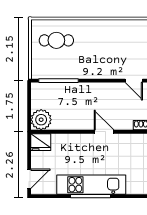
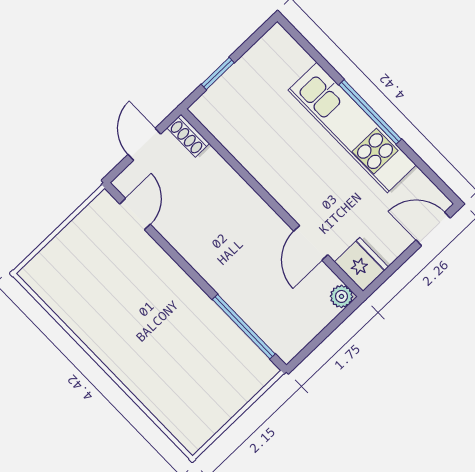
cafe table: (56, 40) -> (187, 388), removed
plant: (41, 120) -> (341, 296), width x0.53, depth x0.53
door: (104, 132) -> (311, 243), moved

